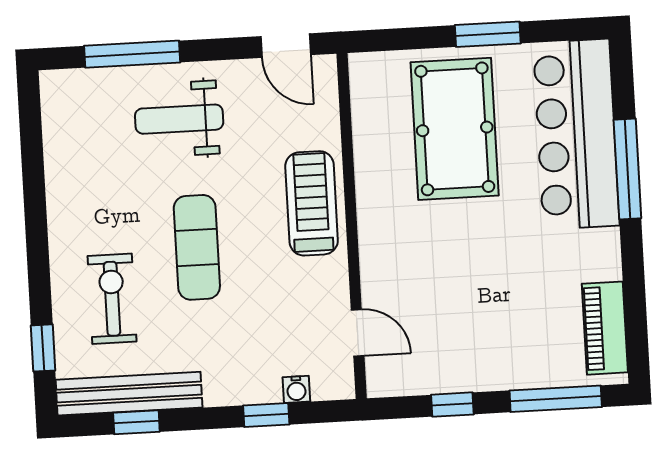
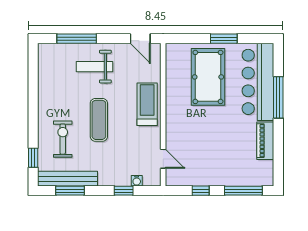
piano: (605, 328) -> (265, 141), moved
window: (136, 422) -> (70, 191), width x1.50

